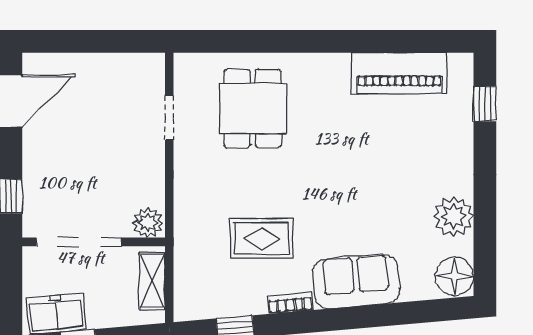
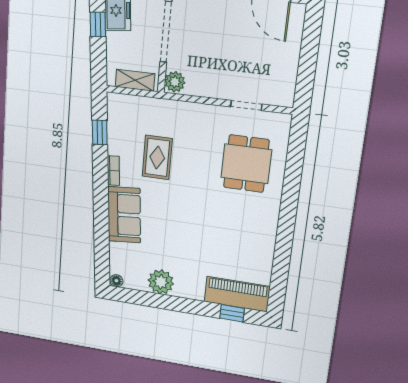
piano: (399, 73) -> (237, 294), moved, turned 90
dining table: (253, 108) -> (246, 164), turned 90
floor lamp: (454, 276) -> (116, 281), width x0.53, depth x0.53

